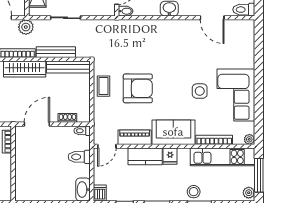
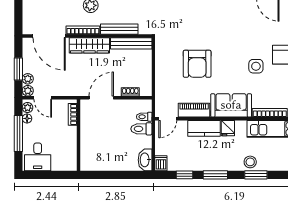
coffee table: (104, 86) -> (165, 62), removed
armchair: (138, 88) -> (197, 64), turned 90
toilet: (82, 131) -> (144, 117), moved

